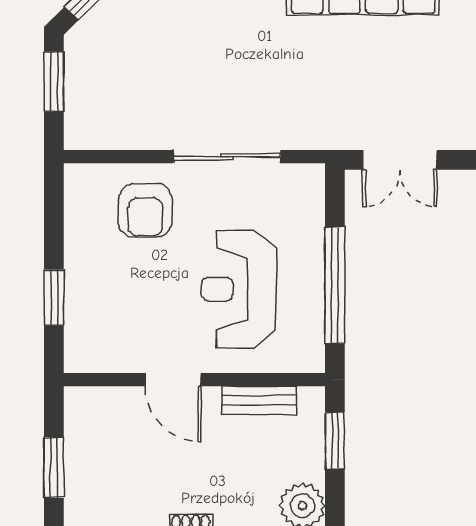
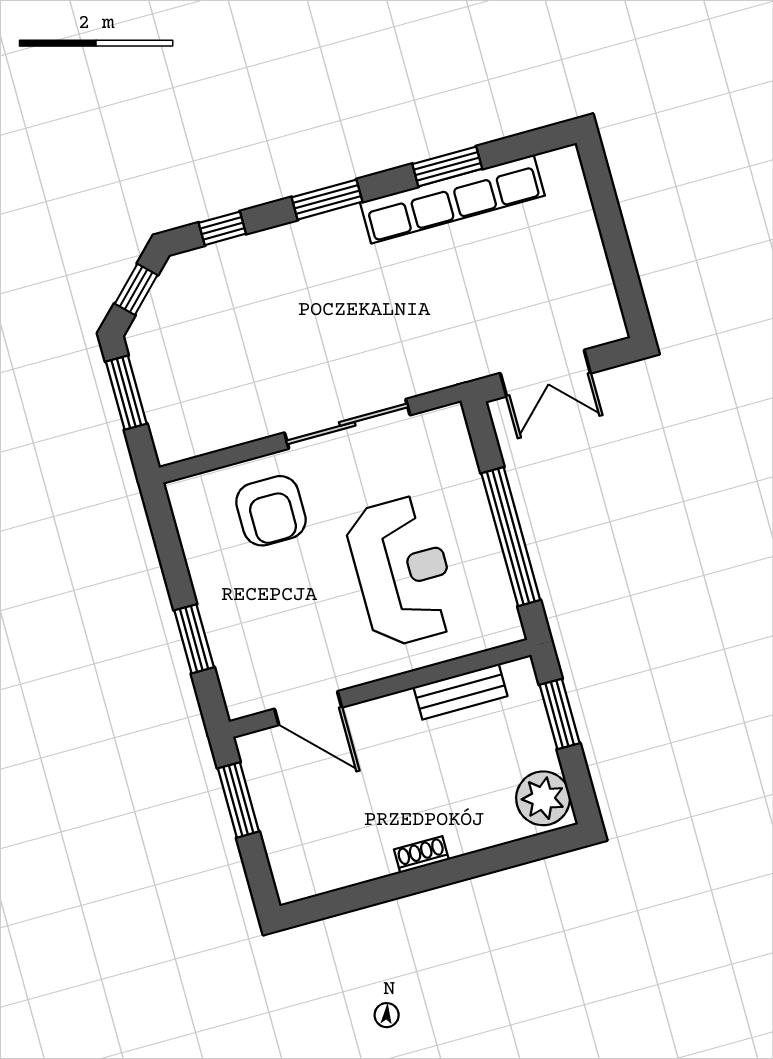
reception desk: (239, 289) -> (402, 571), turned 180
door: (173, 380) -> (308, 708), moved
window: (54, 468) -> (238, 800), moved

